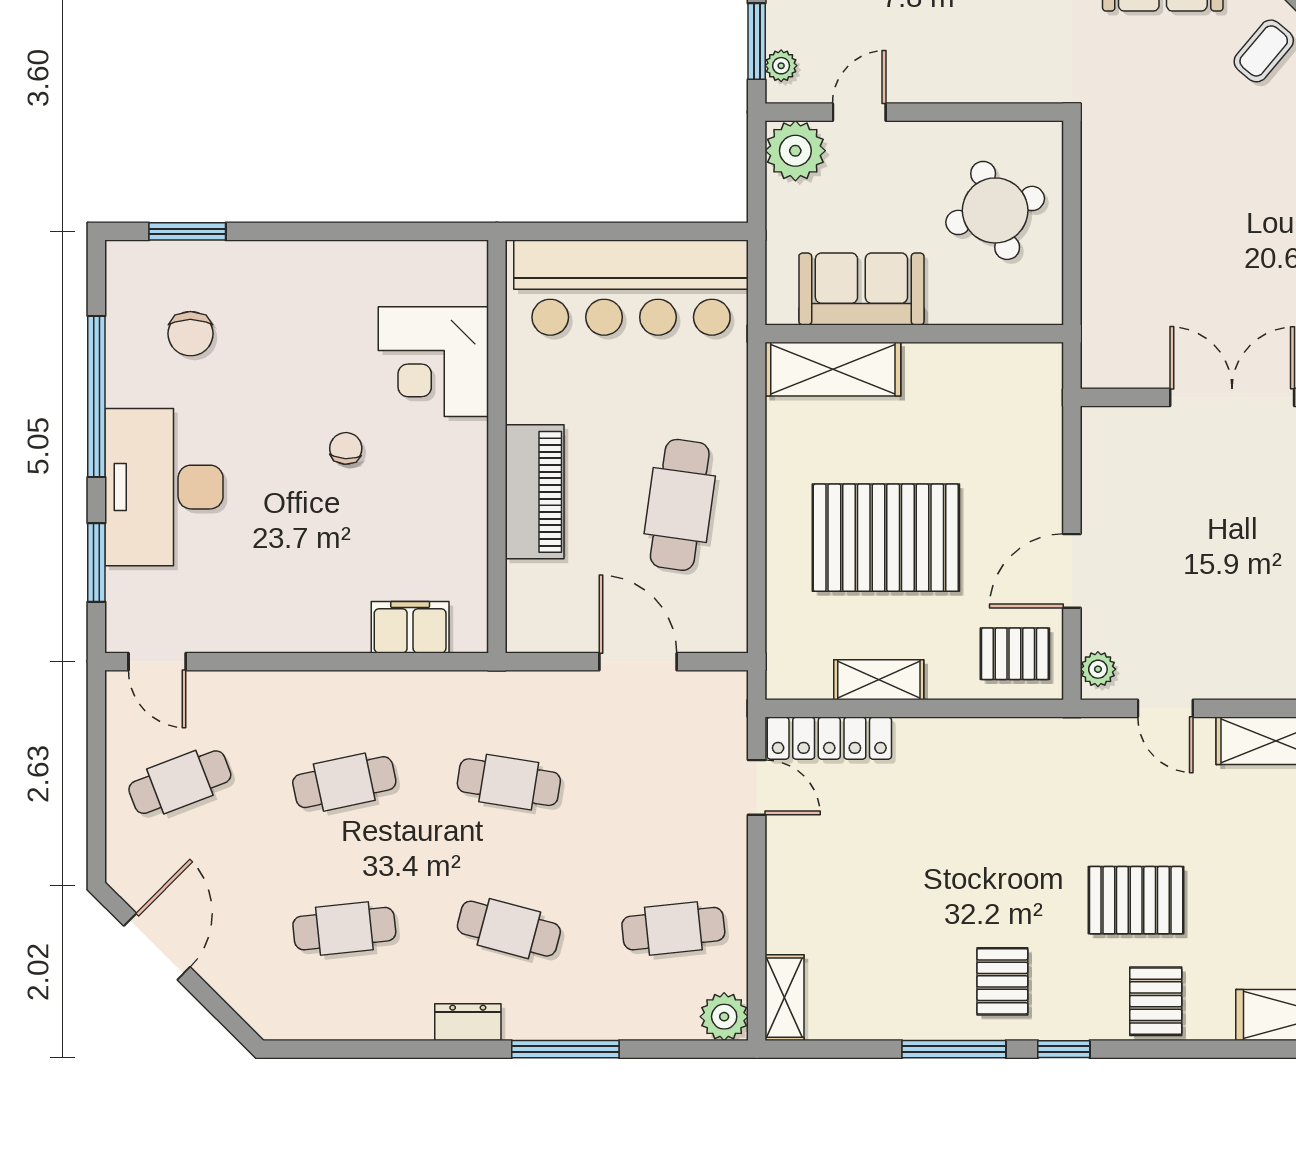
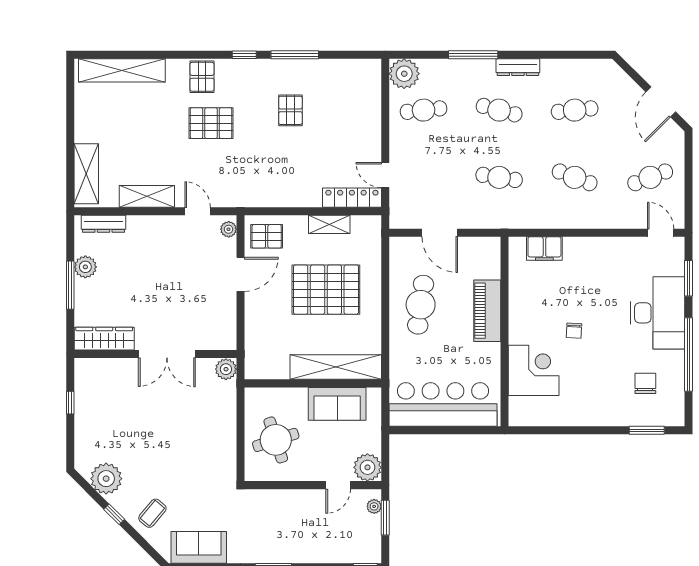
plant: (1104, 364) -> (226, 369), added
shelving: (833, 369) -> (336, 367), width x1.47
cafe table: (344, 782) -> (575, 177), turned 33
pallet: (1002, 981) -> (290, 110), moved
shelving: (785, 998) -> (372, 78), removed
plant: (724, 1017) -> (404, 74), width x1.36, depth x1.36
dresser: (468, 1022) -> (518, 67), width x1.44

